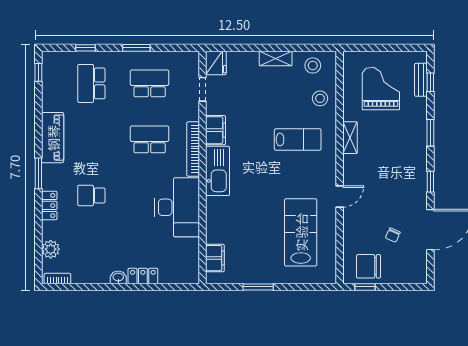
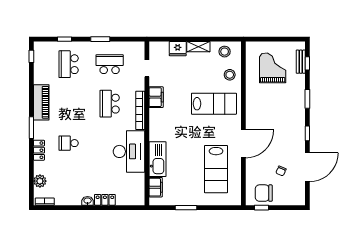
fridge: (216, 63) -> (178, 49), moved, turned 90
shelving: (350, 138) -> (251, 102), removed
school desk: (150, 139) -> (110, 104), turned -90
lab bench: (298, 139) -> (214, 104), width x1.36, depth x1.39
kitchen sink: (218, 171) -> (158, 159), moved
door: (340, 196) -> (243, 144), width x1.88
lab bench: (301, 232) -> (216, 169), turned 180

